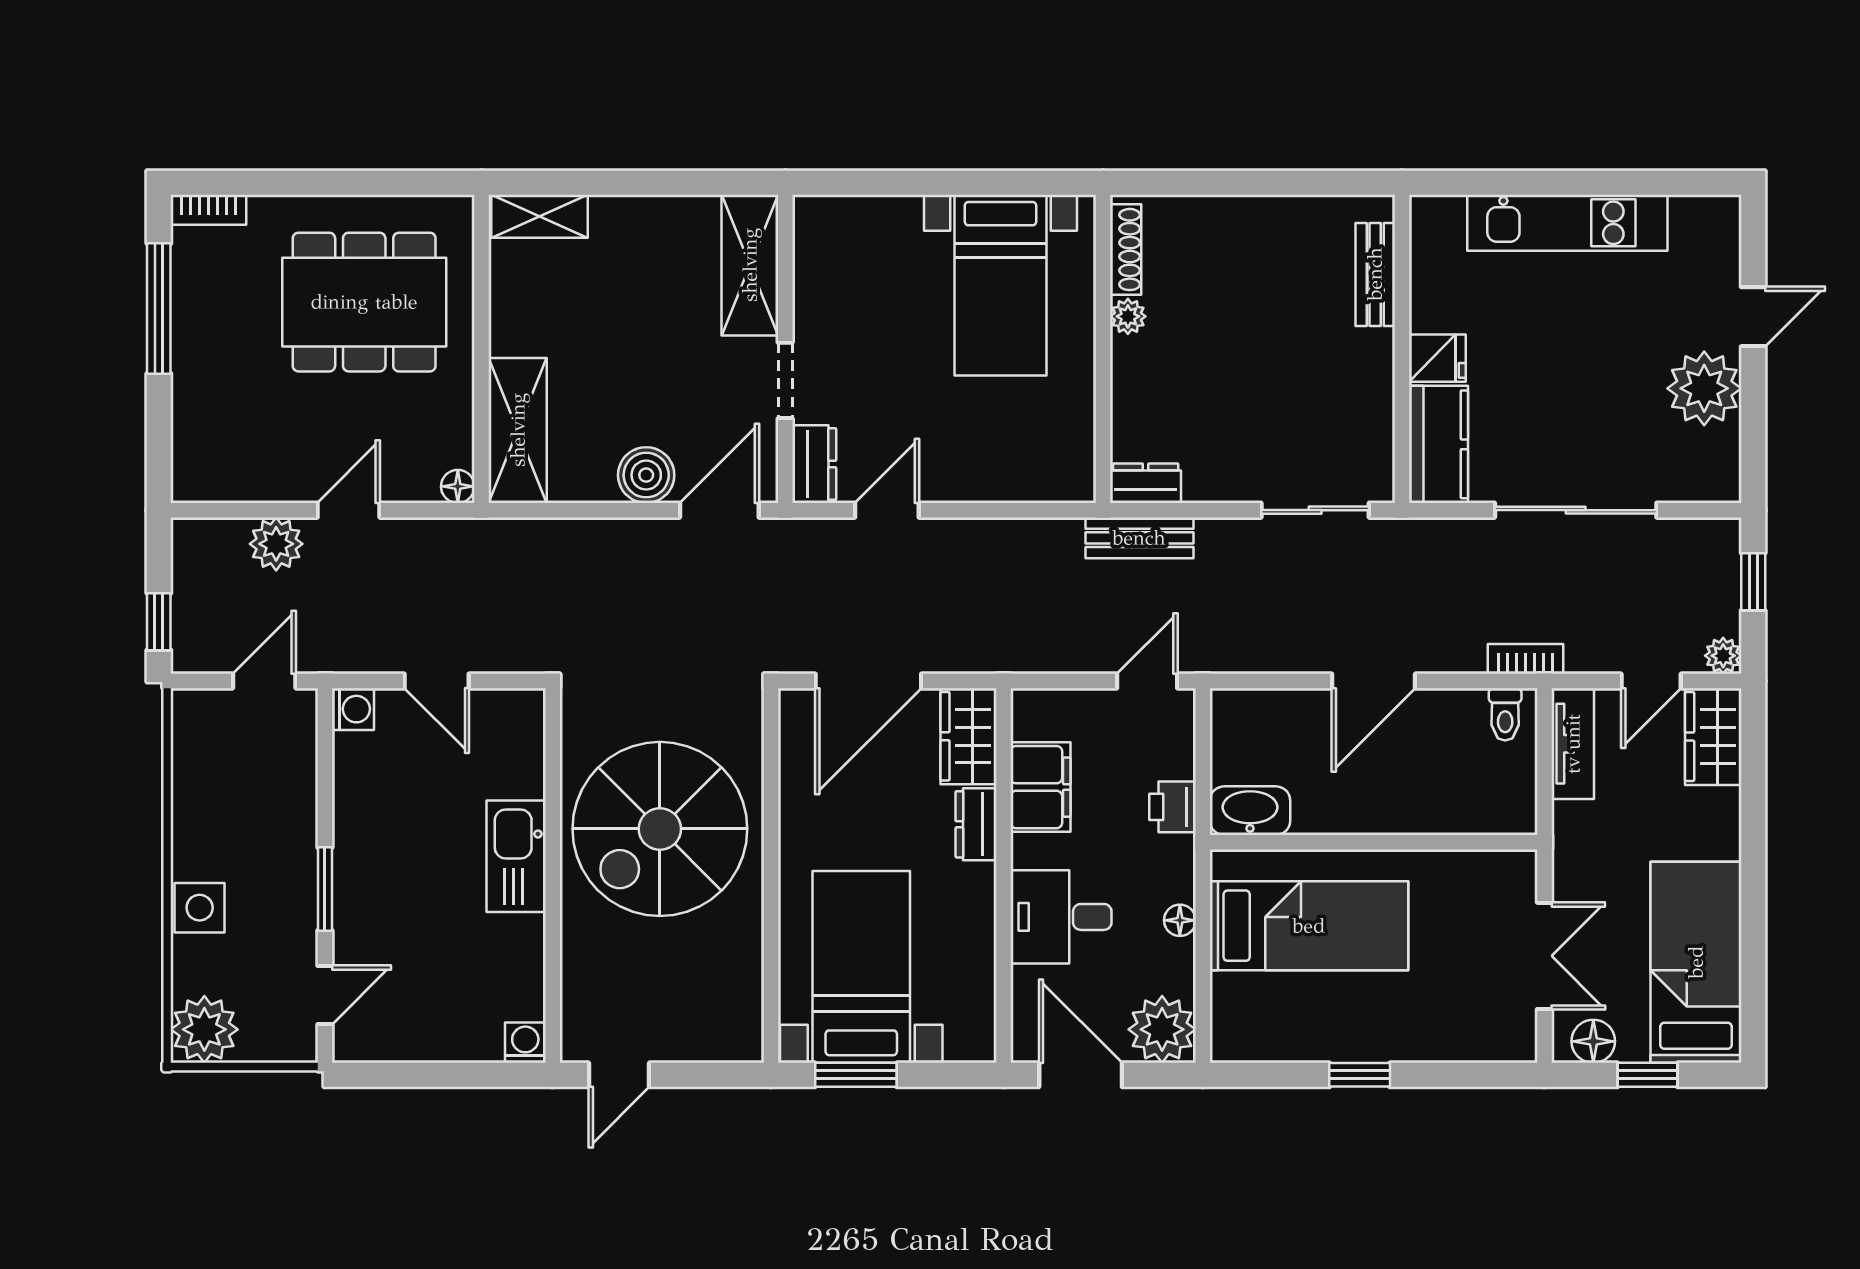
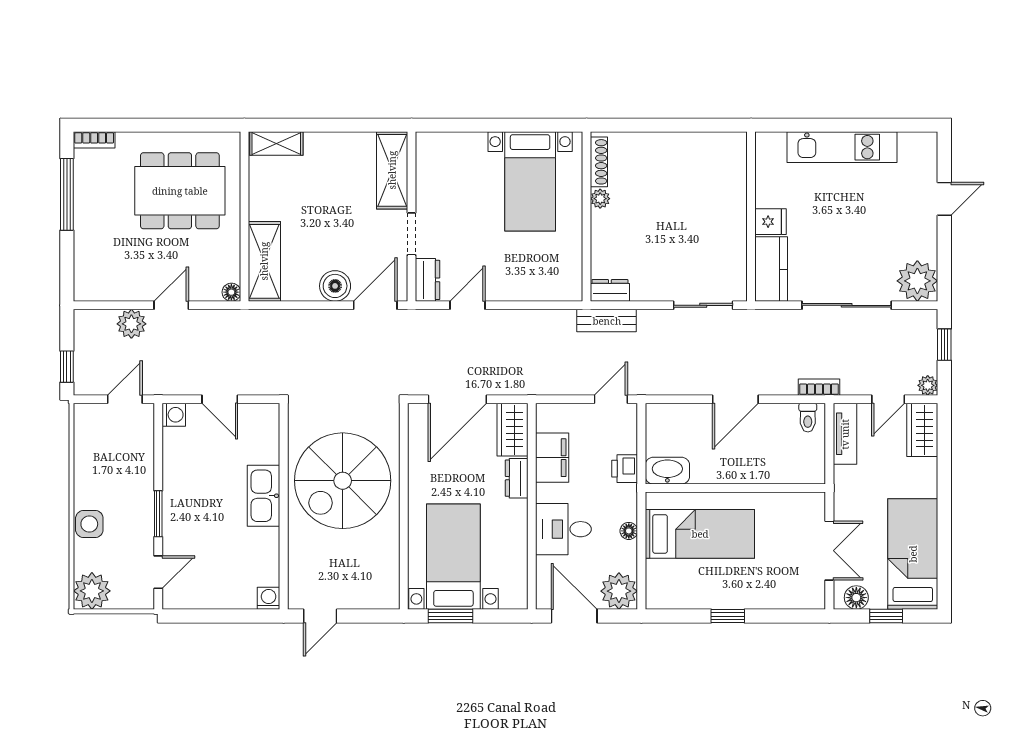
bench: (1375, 274) -> (736, 176), removed
plant: (1704, 388) -> (917, 281), moved

